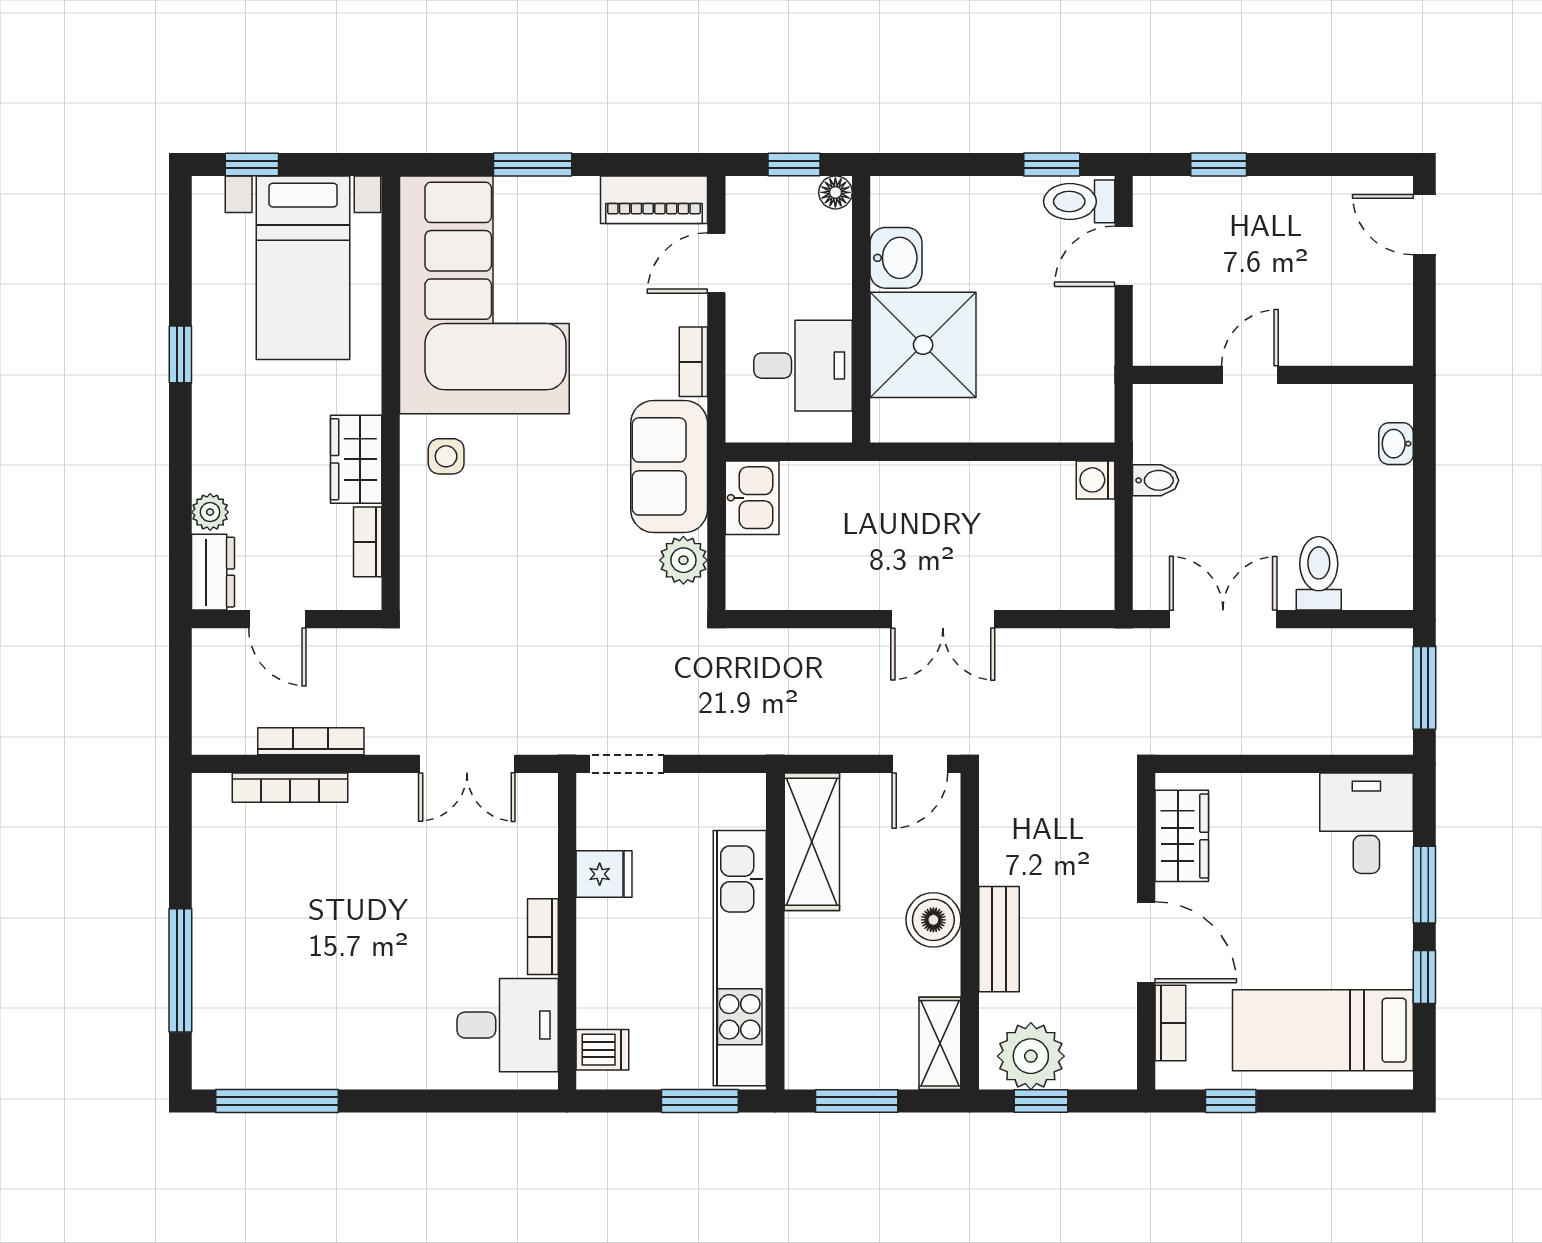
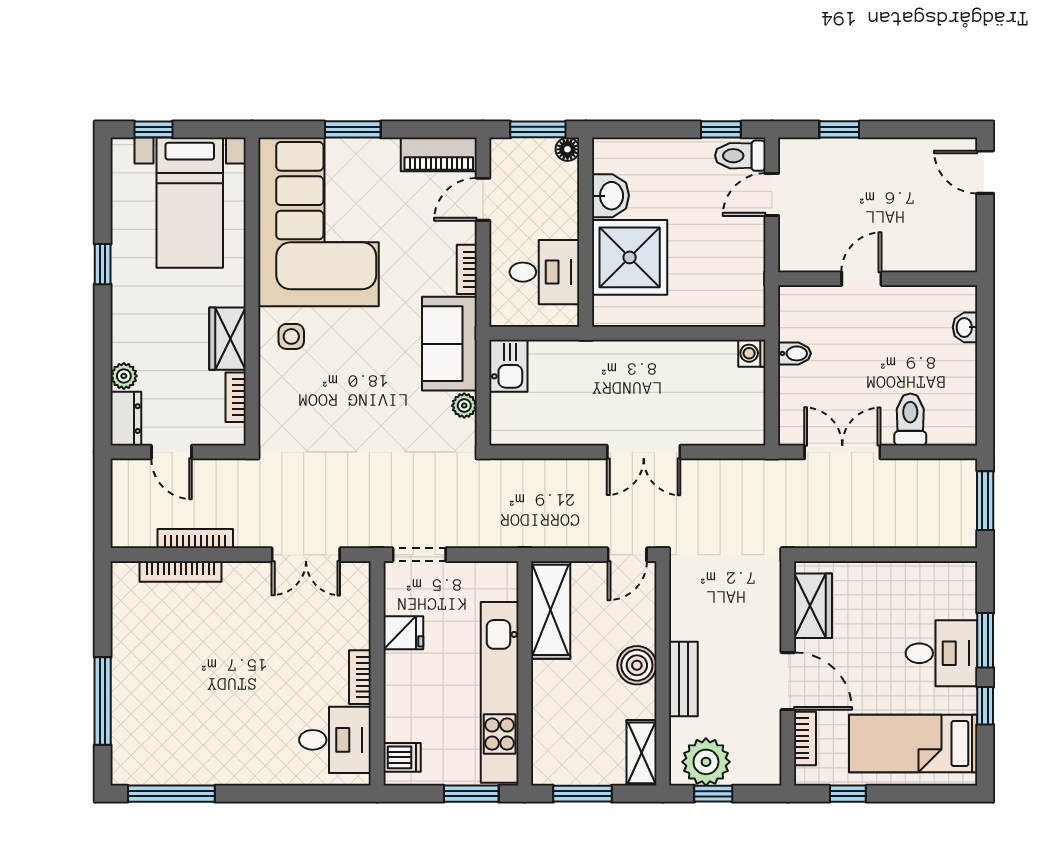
window: (794, 164) -> (538, 129), width x1.50
plant: (683, 560) -> (464, 406), width x0.73, depth x0.73
desk: (1366, 823) -> (941, 653), moved, turned 90

